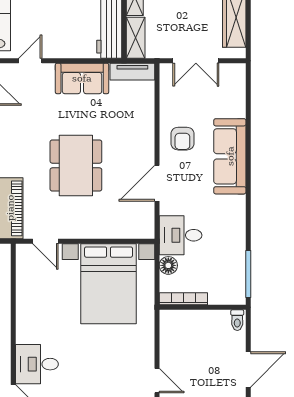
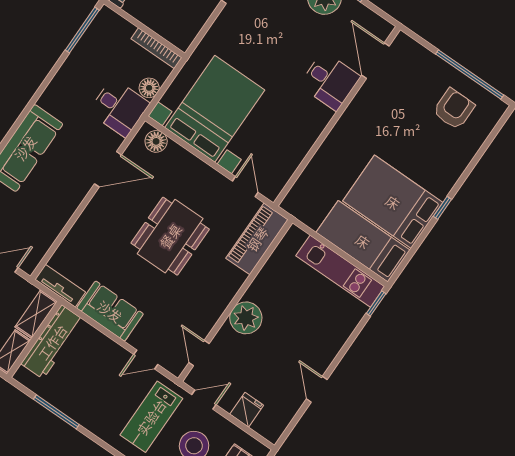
armchair: (182, 139) -> (57, 194), removed
floor lamp: (135, 229) -> (156, 141), added

